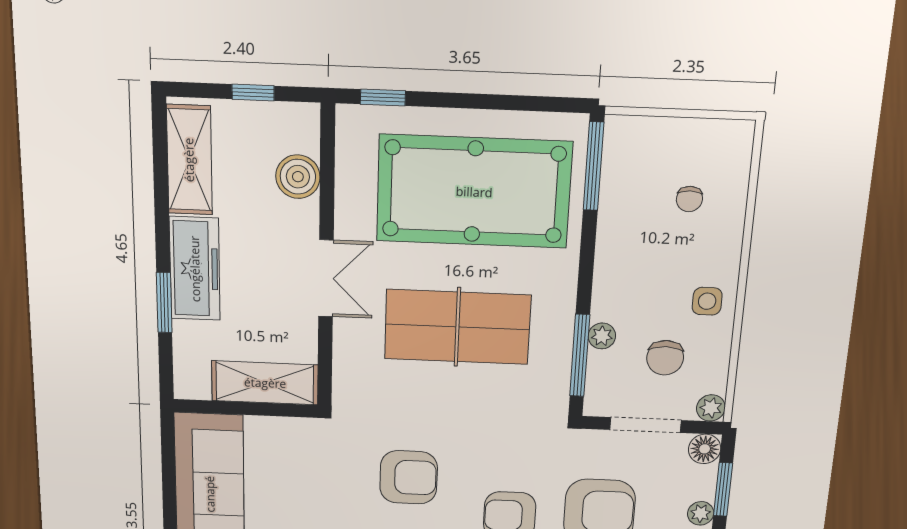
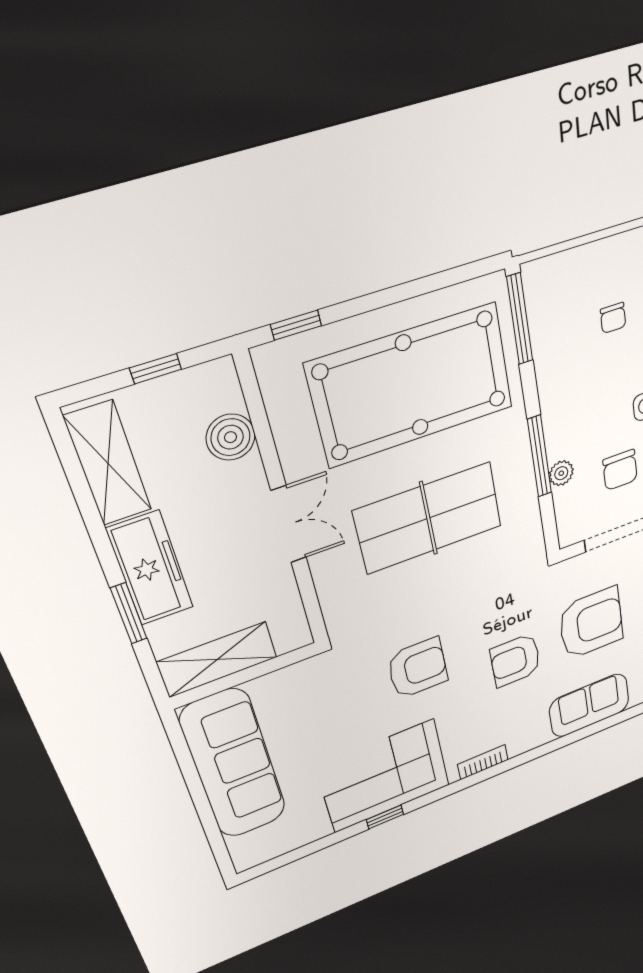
window: (580, 355) -> (539, 456), moved
shelving: (265, 383) -> (217, 659), moved

